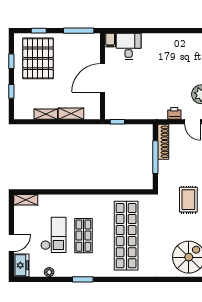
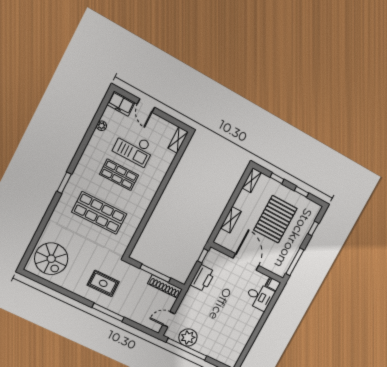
pallet: (38, 58) -> (275, 219), moved, turned 90
printer: (174, 113) -> (203, 278), moved, width x1.87, depth x1.48
shelving: (46, 114) -> (252, 180), moved
shop shelf: (126, 236) -> (99, 213), width x0.71
window: (83, 279) -> (64, 183), moved

